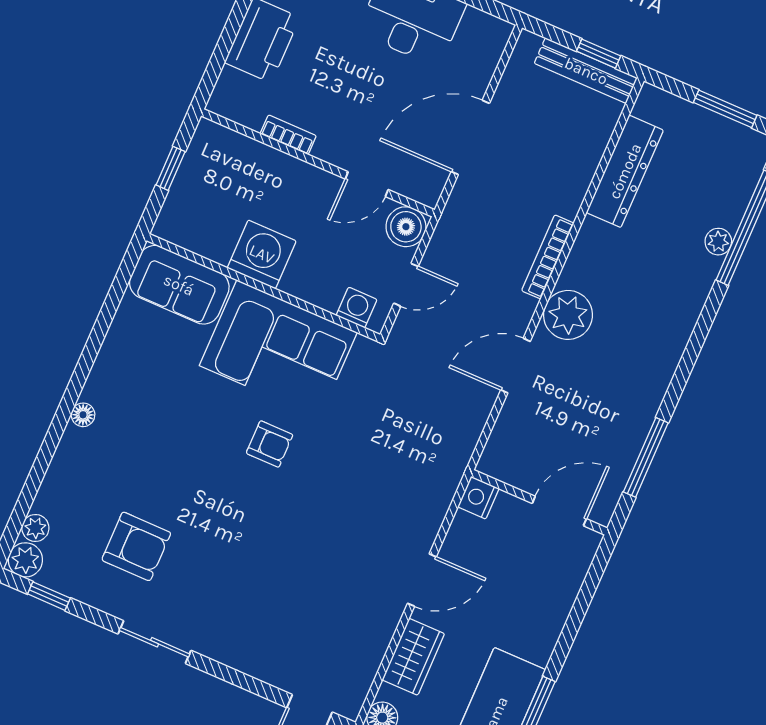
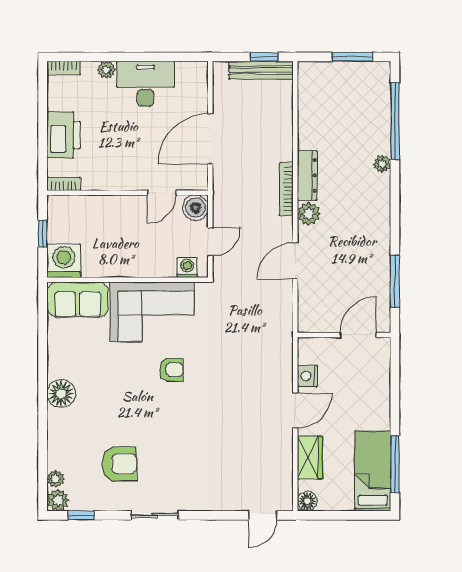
bookcase: (288, 135) -> (64, 184), moved
dresser: (625, 171) -> (307, 176), moved, width x0.73, depth x0.80
plant: (718, 242) -> (382, 164), moved
washing machine: (262, 254) -> (64, 261), moved
plant: (568, 315) -> (309, 214), width x0.73, depth x0.73
floor lamp: (83, 415) -> (61, 394), width x1.89, depth x1.89
nightstand: (478, 498) -> (307, 376), moved

